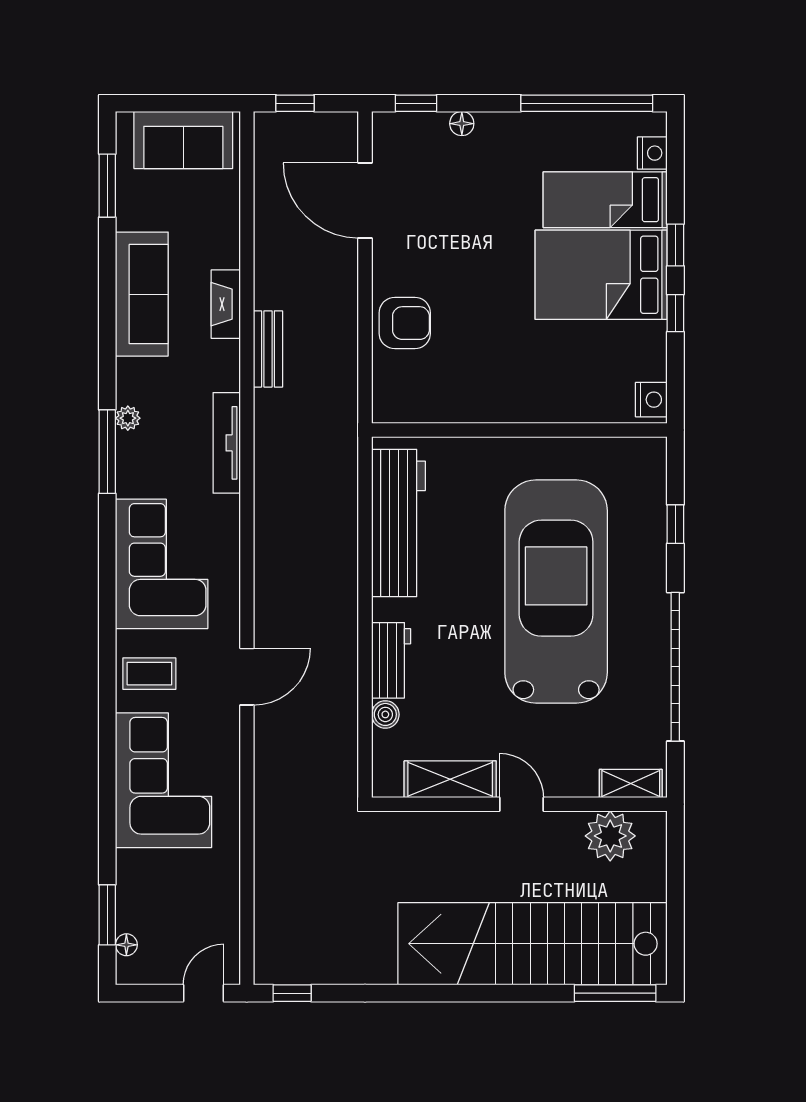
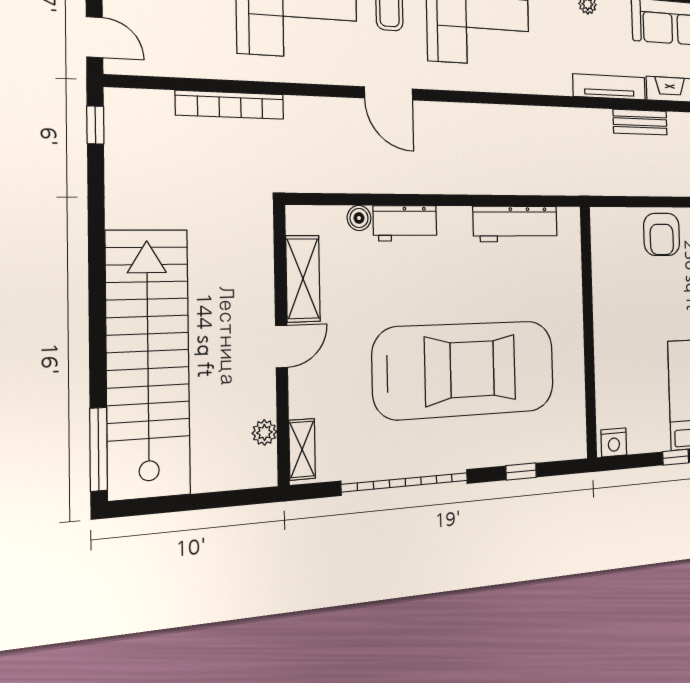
tv unit: (227, 443) -> (609, 87), moved
workbench: (398, 523) -> (515, 224), width x0.73, depth x0.76
plant: (610, 836) -> (264, 432), width x0.53, depth x0.53
bookcase: (266, 855) -> (230, 105), added

